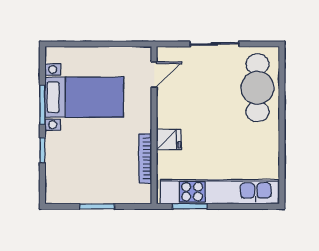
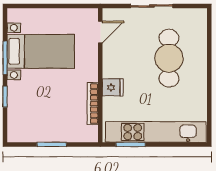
cafe table: (257, 88) -> (169, 58), moved

